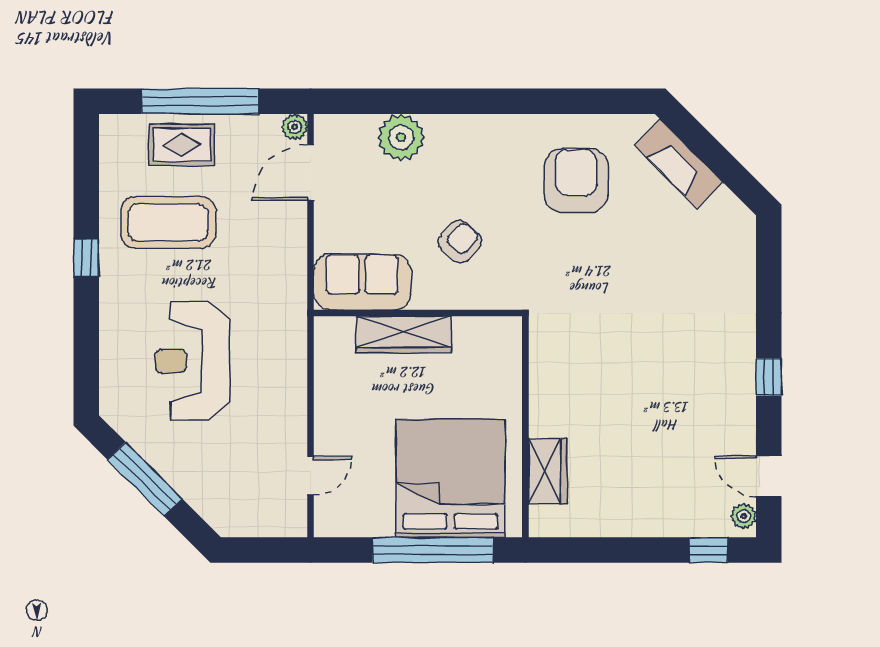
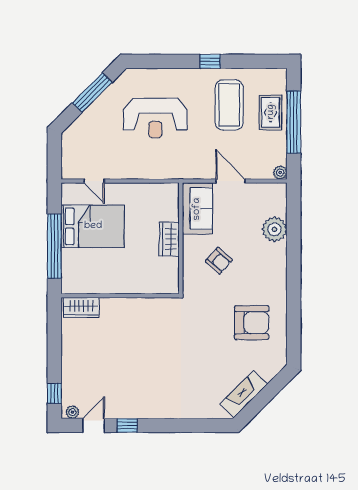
fireplace: (679, 164) -> (244, 394), moved
door: (311, 173) -> (230, 181), moved
wardrobe: (404, 335) -> (169, 239), width x0.67
reception desk: (193, 361) -> (155, 118), turned 180
window: (769, 377) -> (127, 425), moved
wardrobe: (548, 471) -> (81, 308), moved
bed: (450, 478) -> (93, 226), moved, width x0.73

